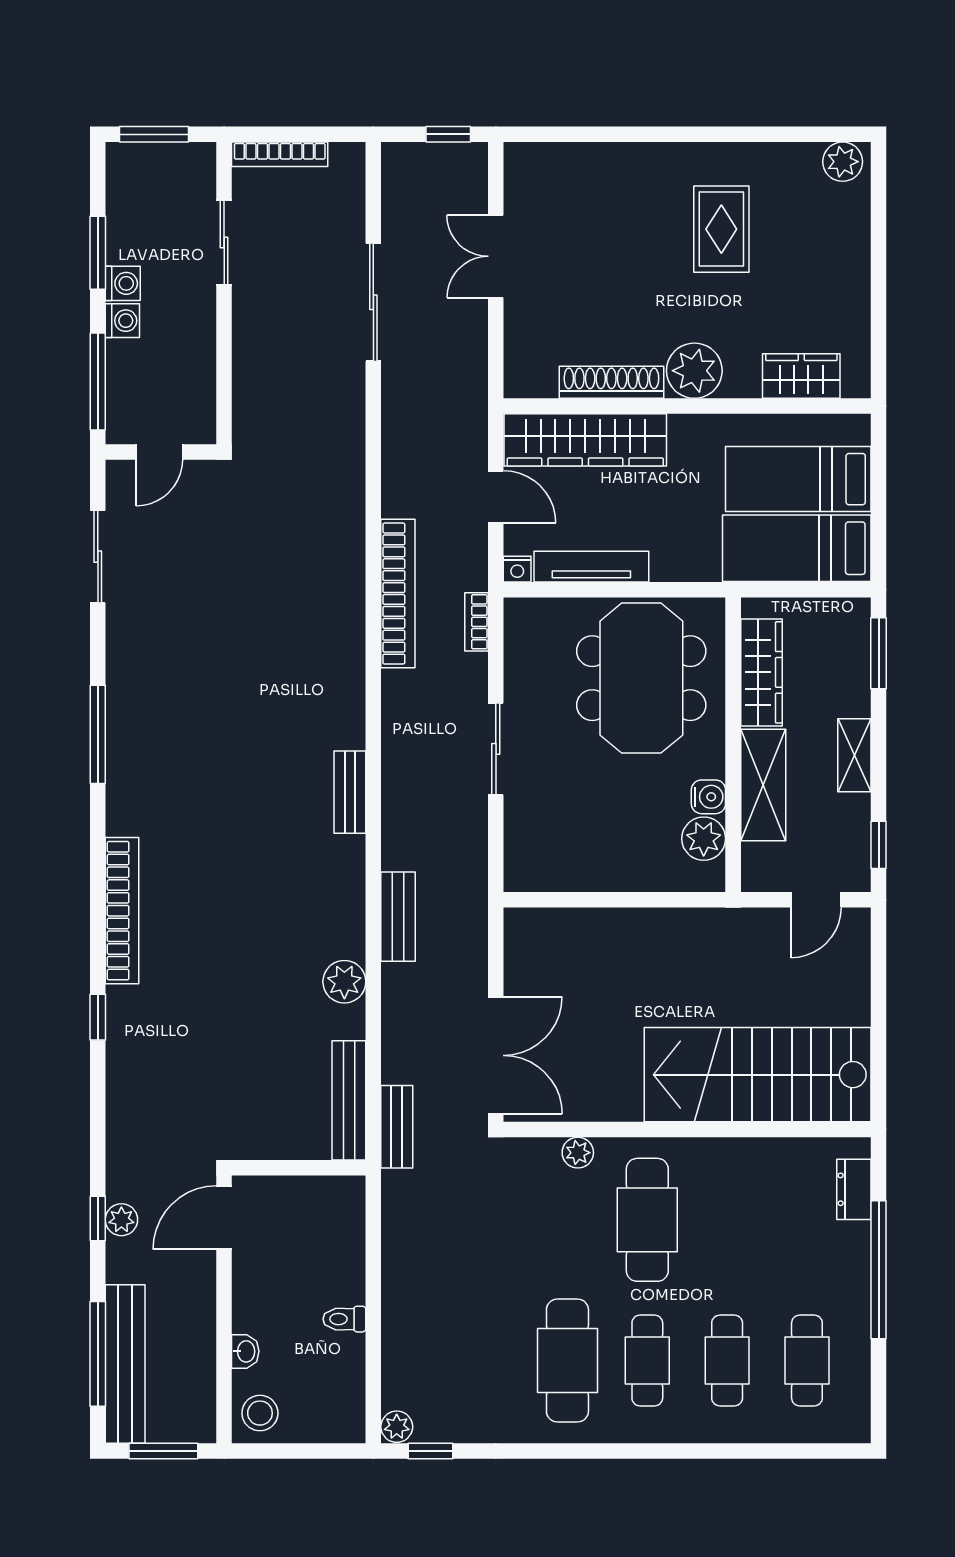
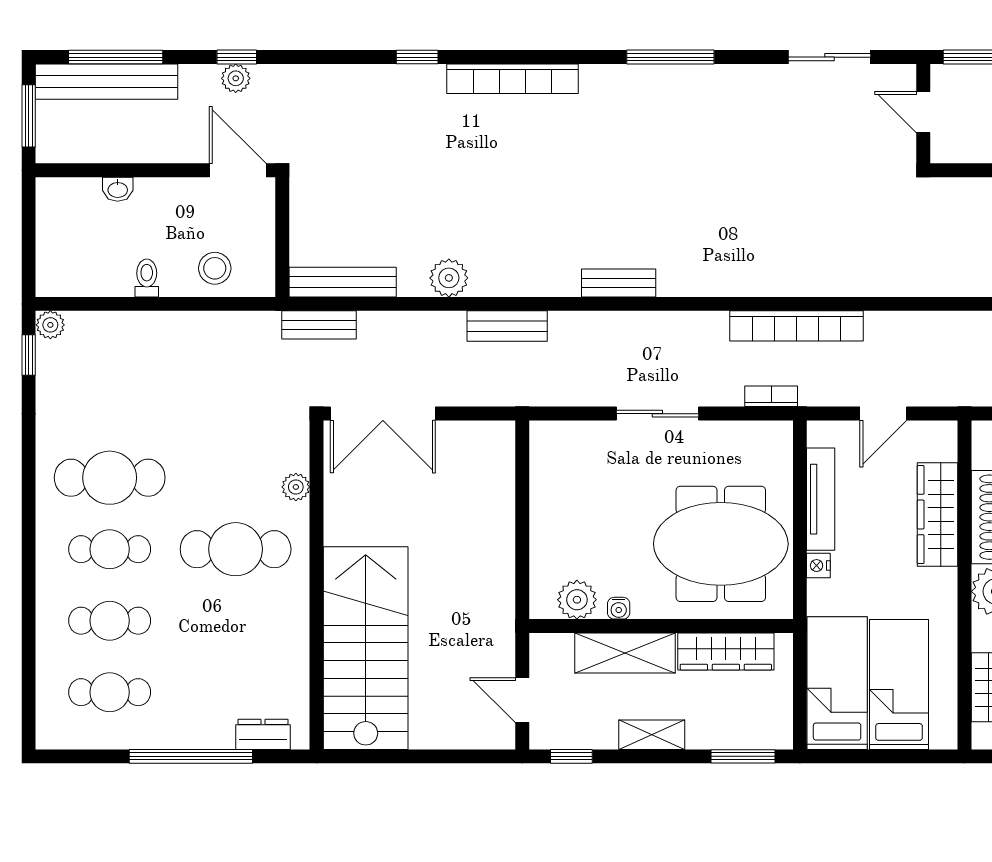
wardrobe: (585, 440) -> (937, 514), width x0.71, depth x0.85
nightstand: (517, 569) -> (818, 566), moved
water cooler: (708, 797) -> (619, 608), width x0.72, depth x0.72
stool: (260, 1413) -> (215, 268), moved

